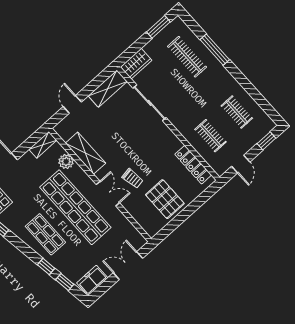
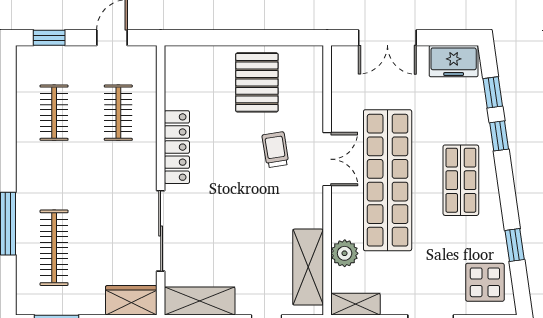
shelving: (86, 153) -> (308, 267), moved
locker: (193, 165) -> (177, 147), moved
double door: (108, 194) -> (327, 159), swing flipped

